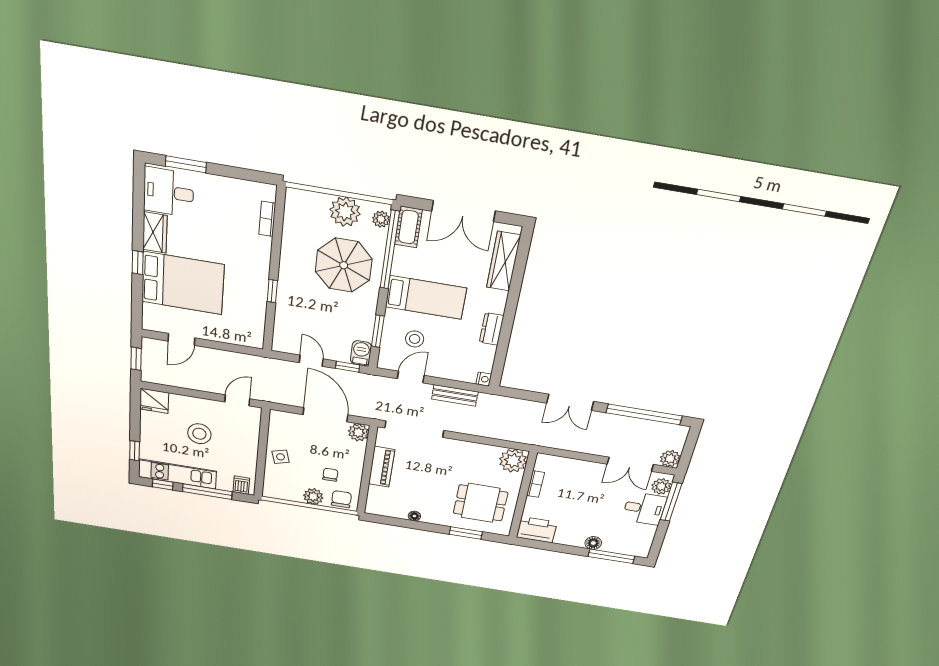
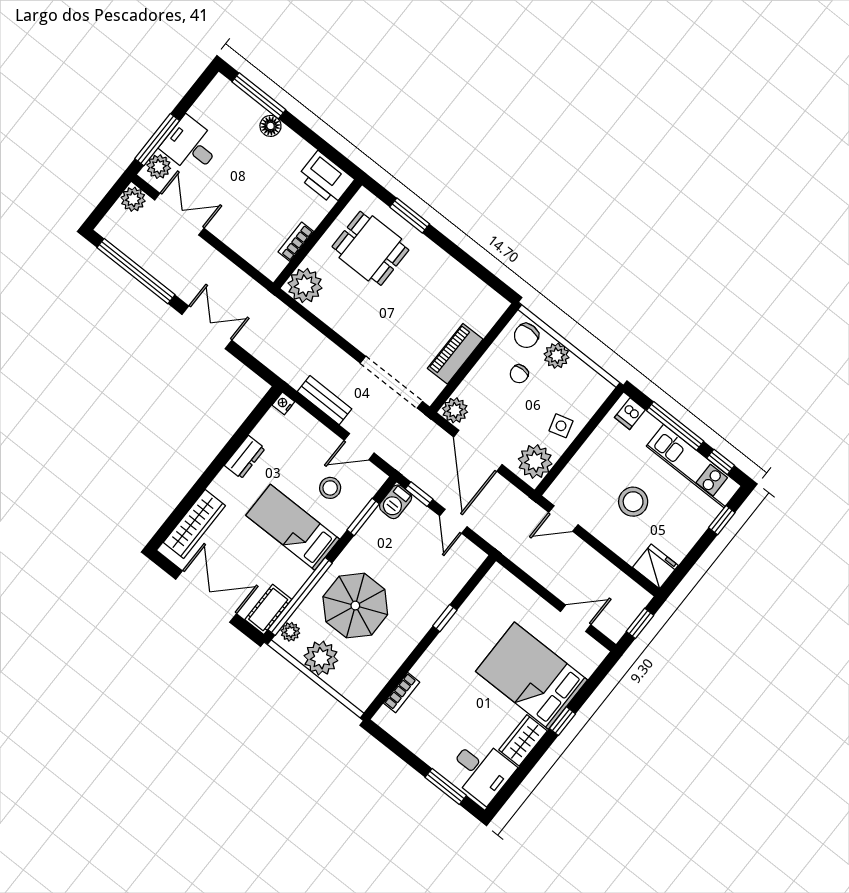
plant: (282, 427) -> (535, 461), added
floor lamp: (414, 516) -> (456, 269), removed

